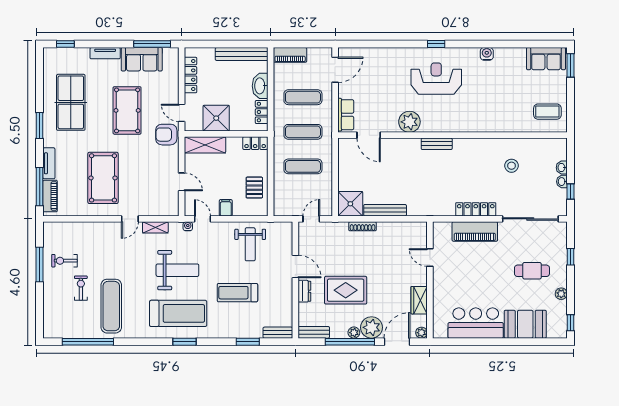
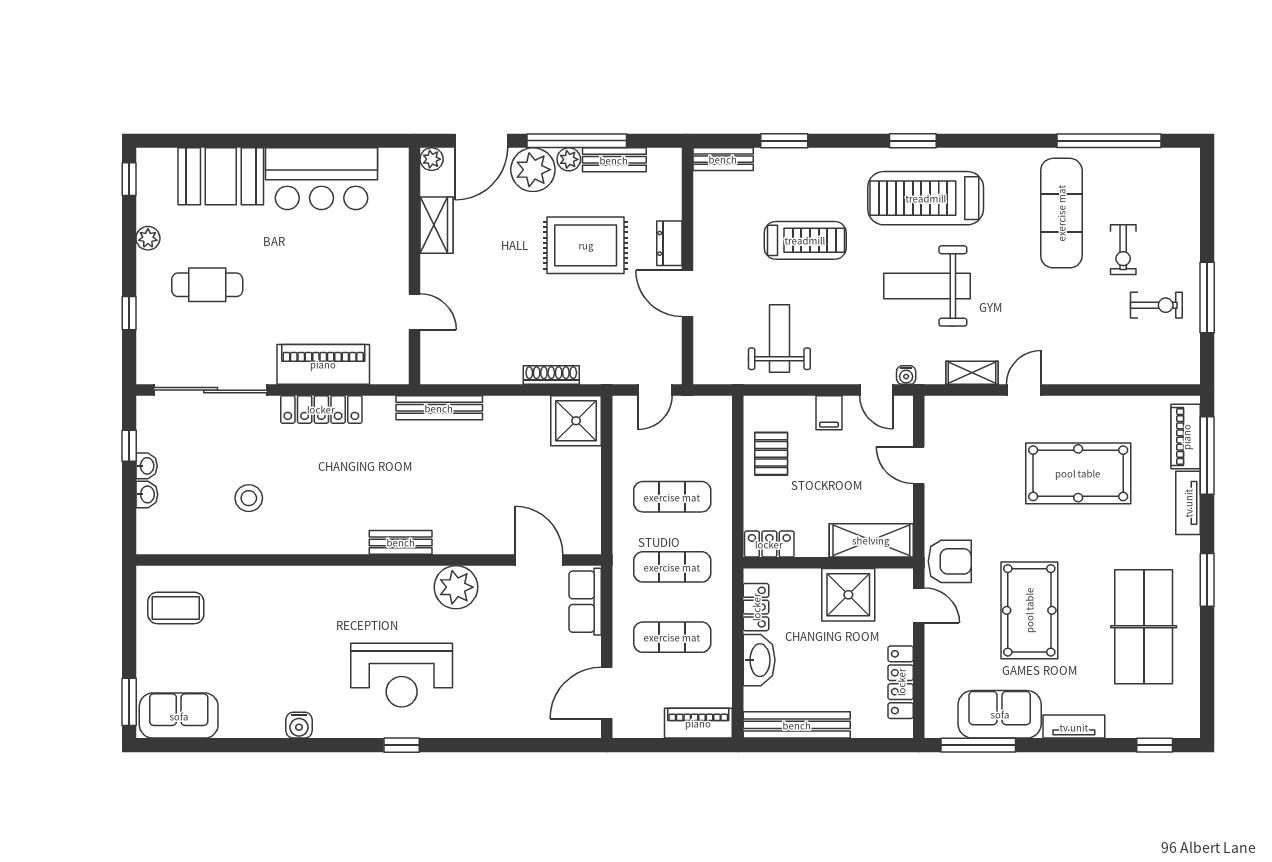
pool table: (103, 178) -> (1078, 473), turned 90
bench: (385, 210) -> (439, 408), moved
bench: (314, 332) -> (614, 160), moved

